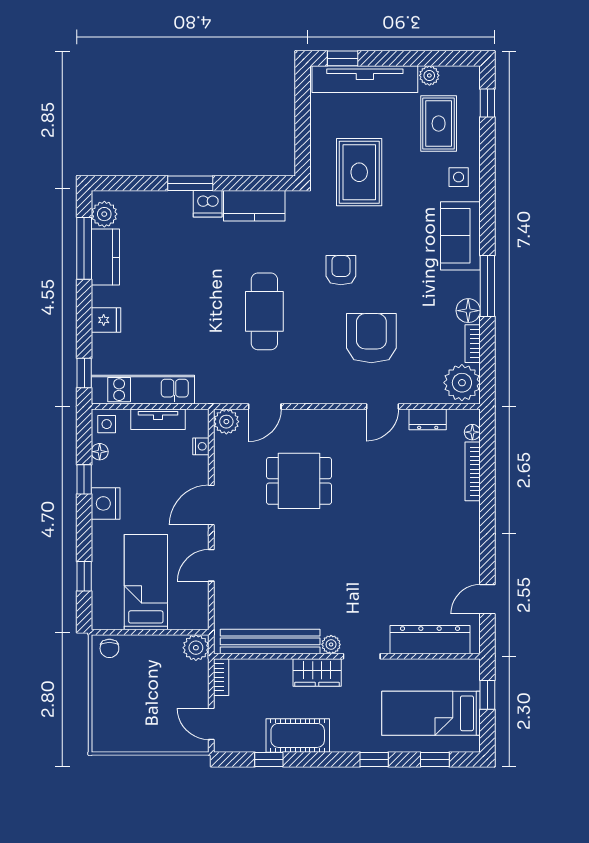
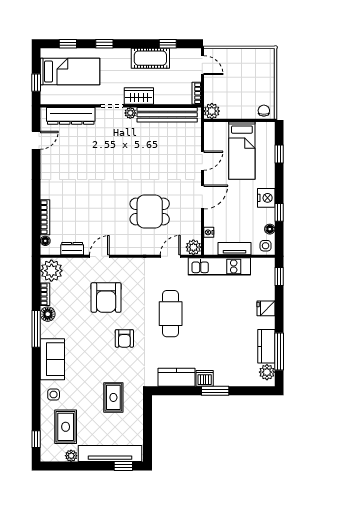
rug: (359, 172) -> (113, 397), width x0.73, depth x0.70
kitchen unit: (143, 390) -> (219, 266), moved

